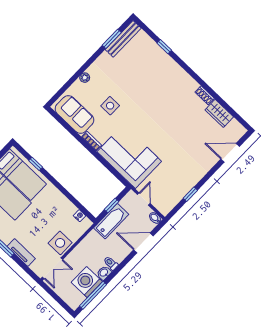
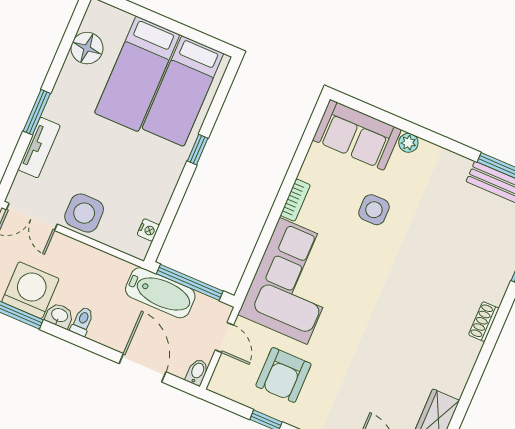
shoe rack: (205, 95) -> (484, 322), moved
sofa: (74, 114) -> (357, 135), moved, turned 90
window: (36, 164) -> (198, 150), moved
armchair: (172, 178) -> (283, 375), added
door: (144, 199) -> (224, 338), hinge flipped
window: (112, 205) -> (190, 282), width x2.17

